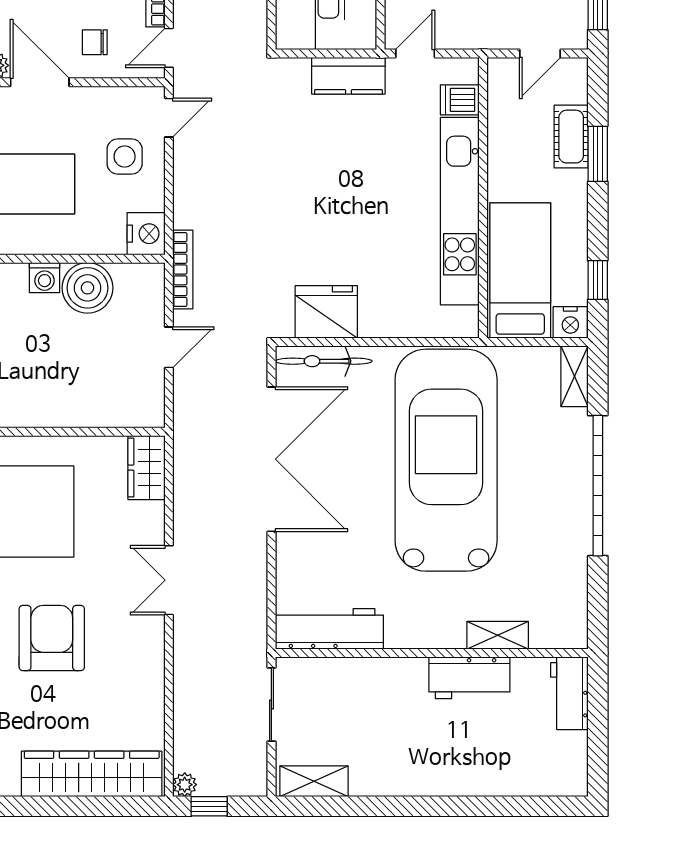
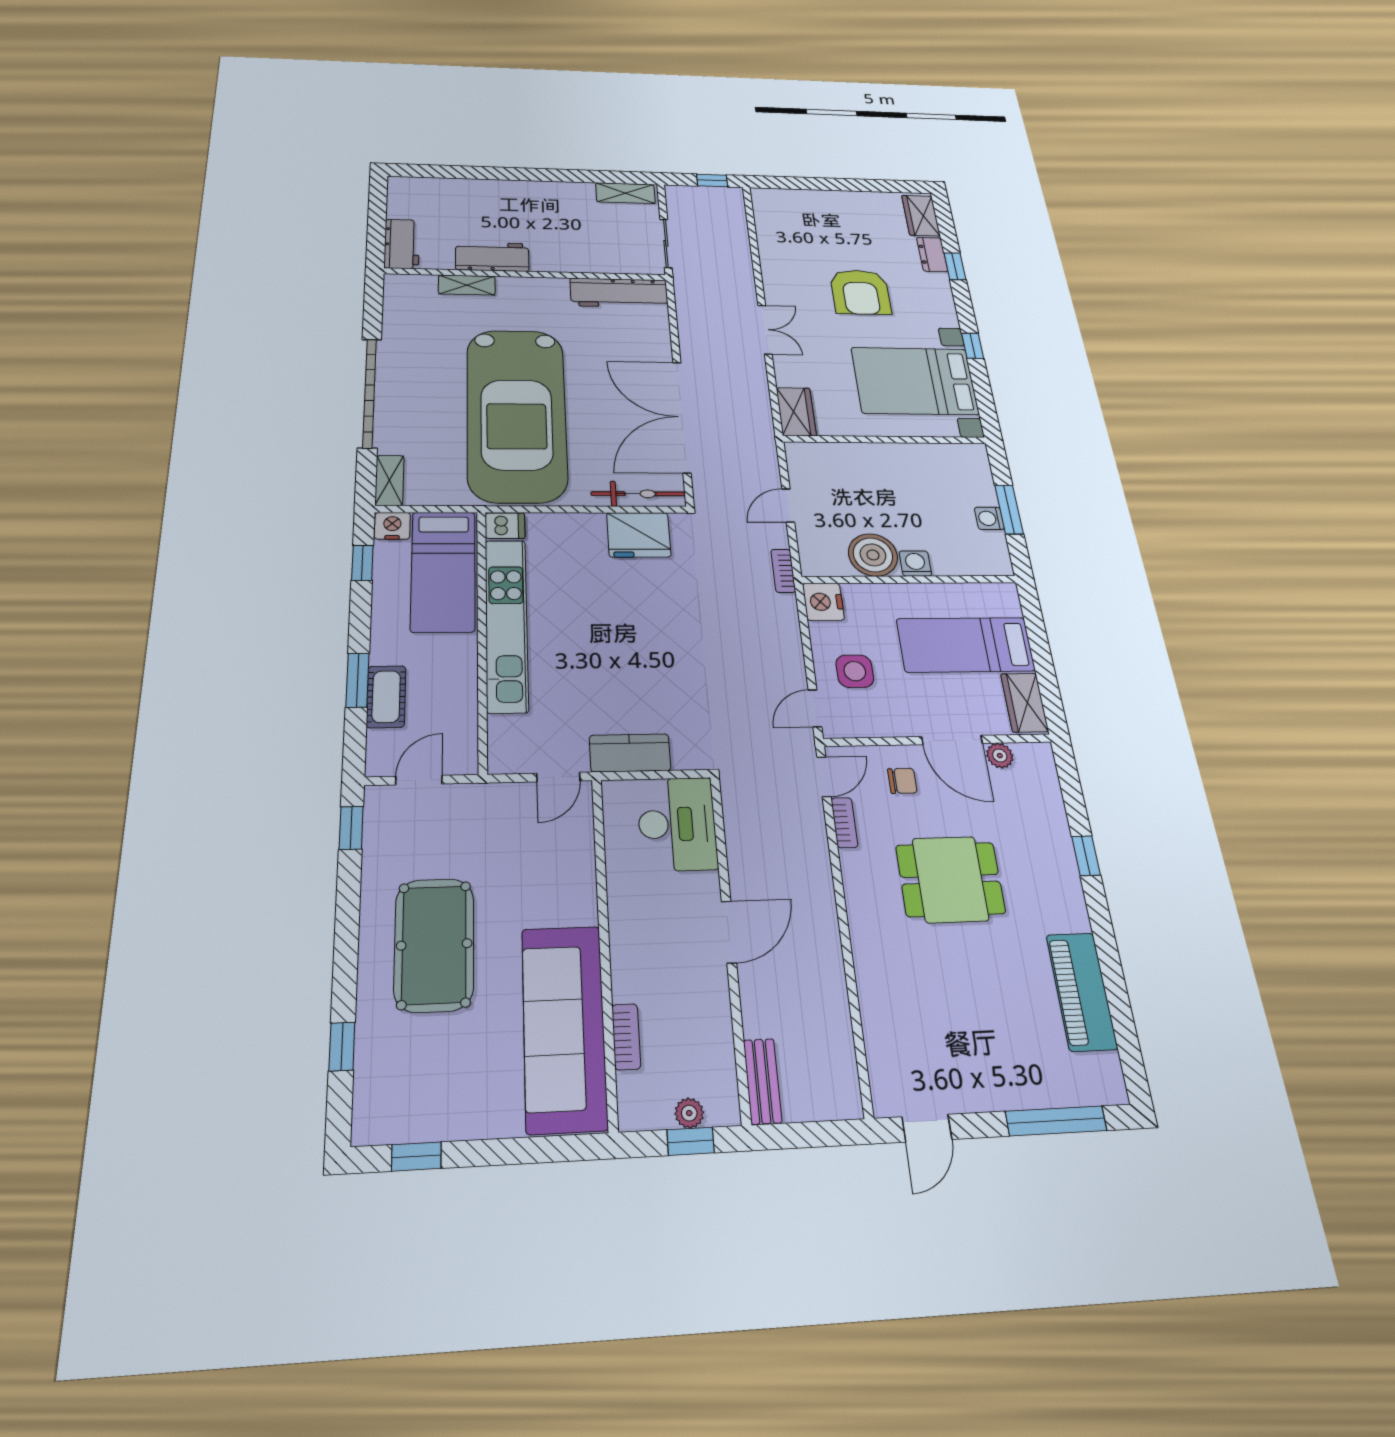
dishwasher: (460, 100) -> (505, 526), moved
bookcase: (183, 270) -> (783, 571), width x0.64
wardrobe: (92, 774) -> (812, 203), removed
plant: (185, 785) -> (734, 194), removed

